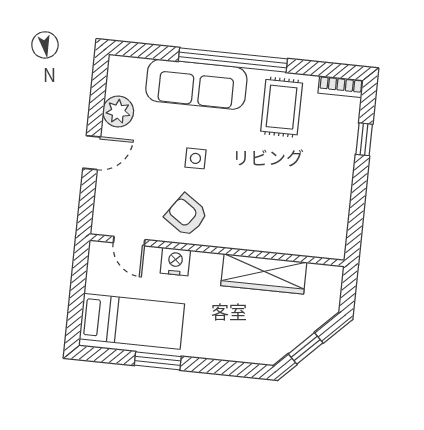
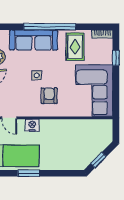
corner sofa: (312, 203) -> (94, 91), added
armchair: (186, 215) -> (49, 96), moved, turned 55
wardrobe: (264, 274) -> (75, 127), removed

